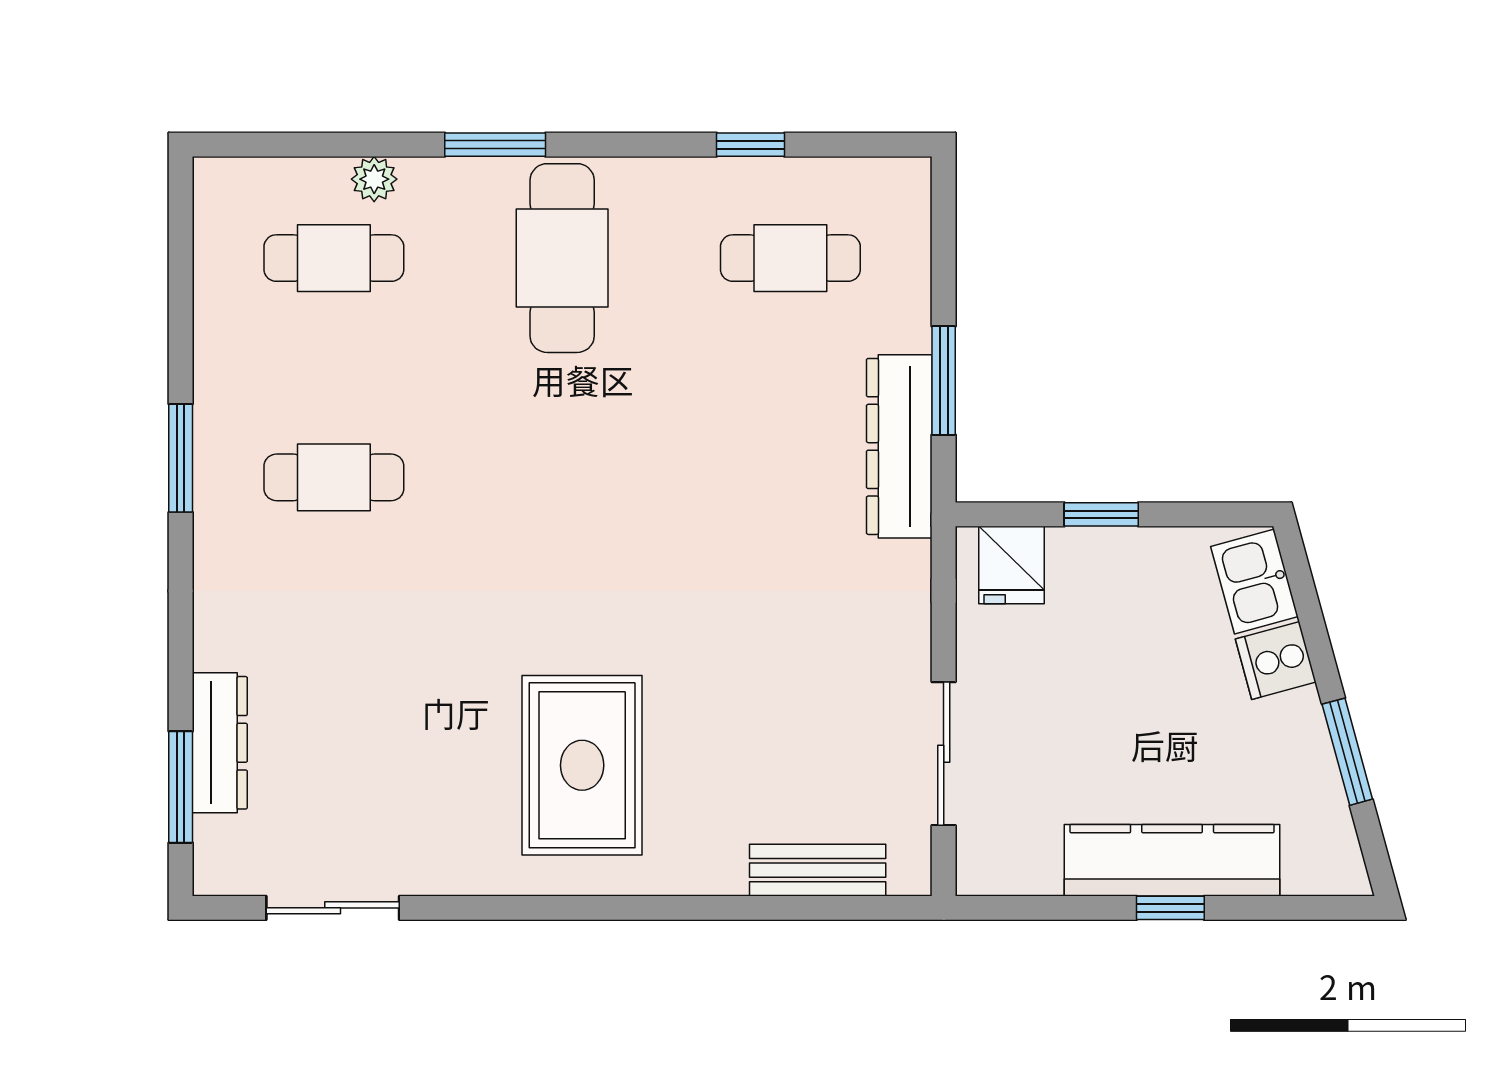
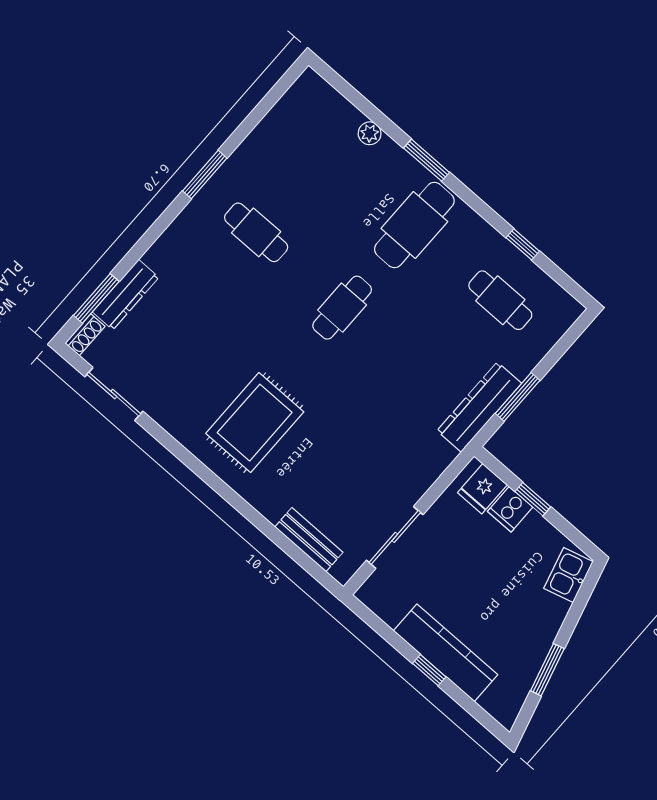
cafe table: (334, 258) -> (342, 308), moved, turned 90
cooker: (1276, 660) -> (510, 509), moved, turned -75
shoe rack: (211, 857) -> (85, 335), added

